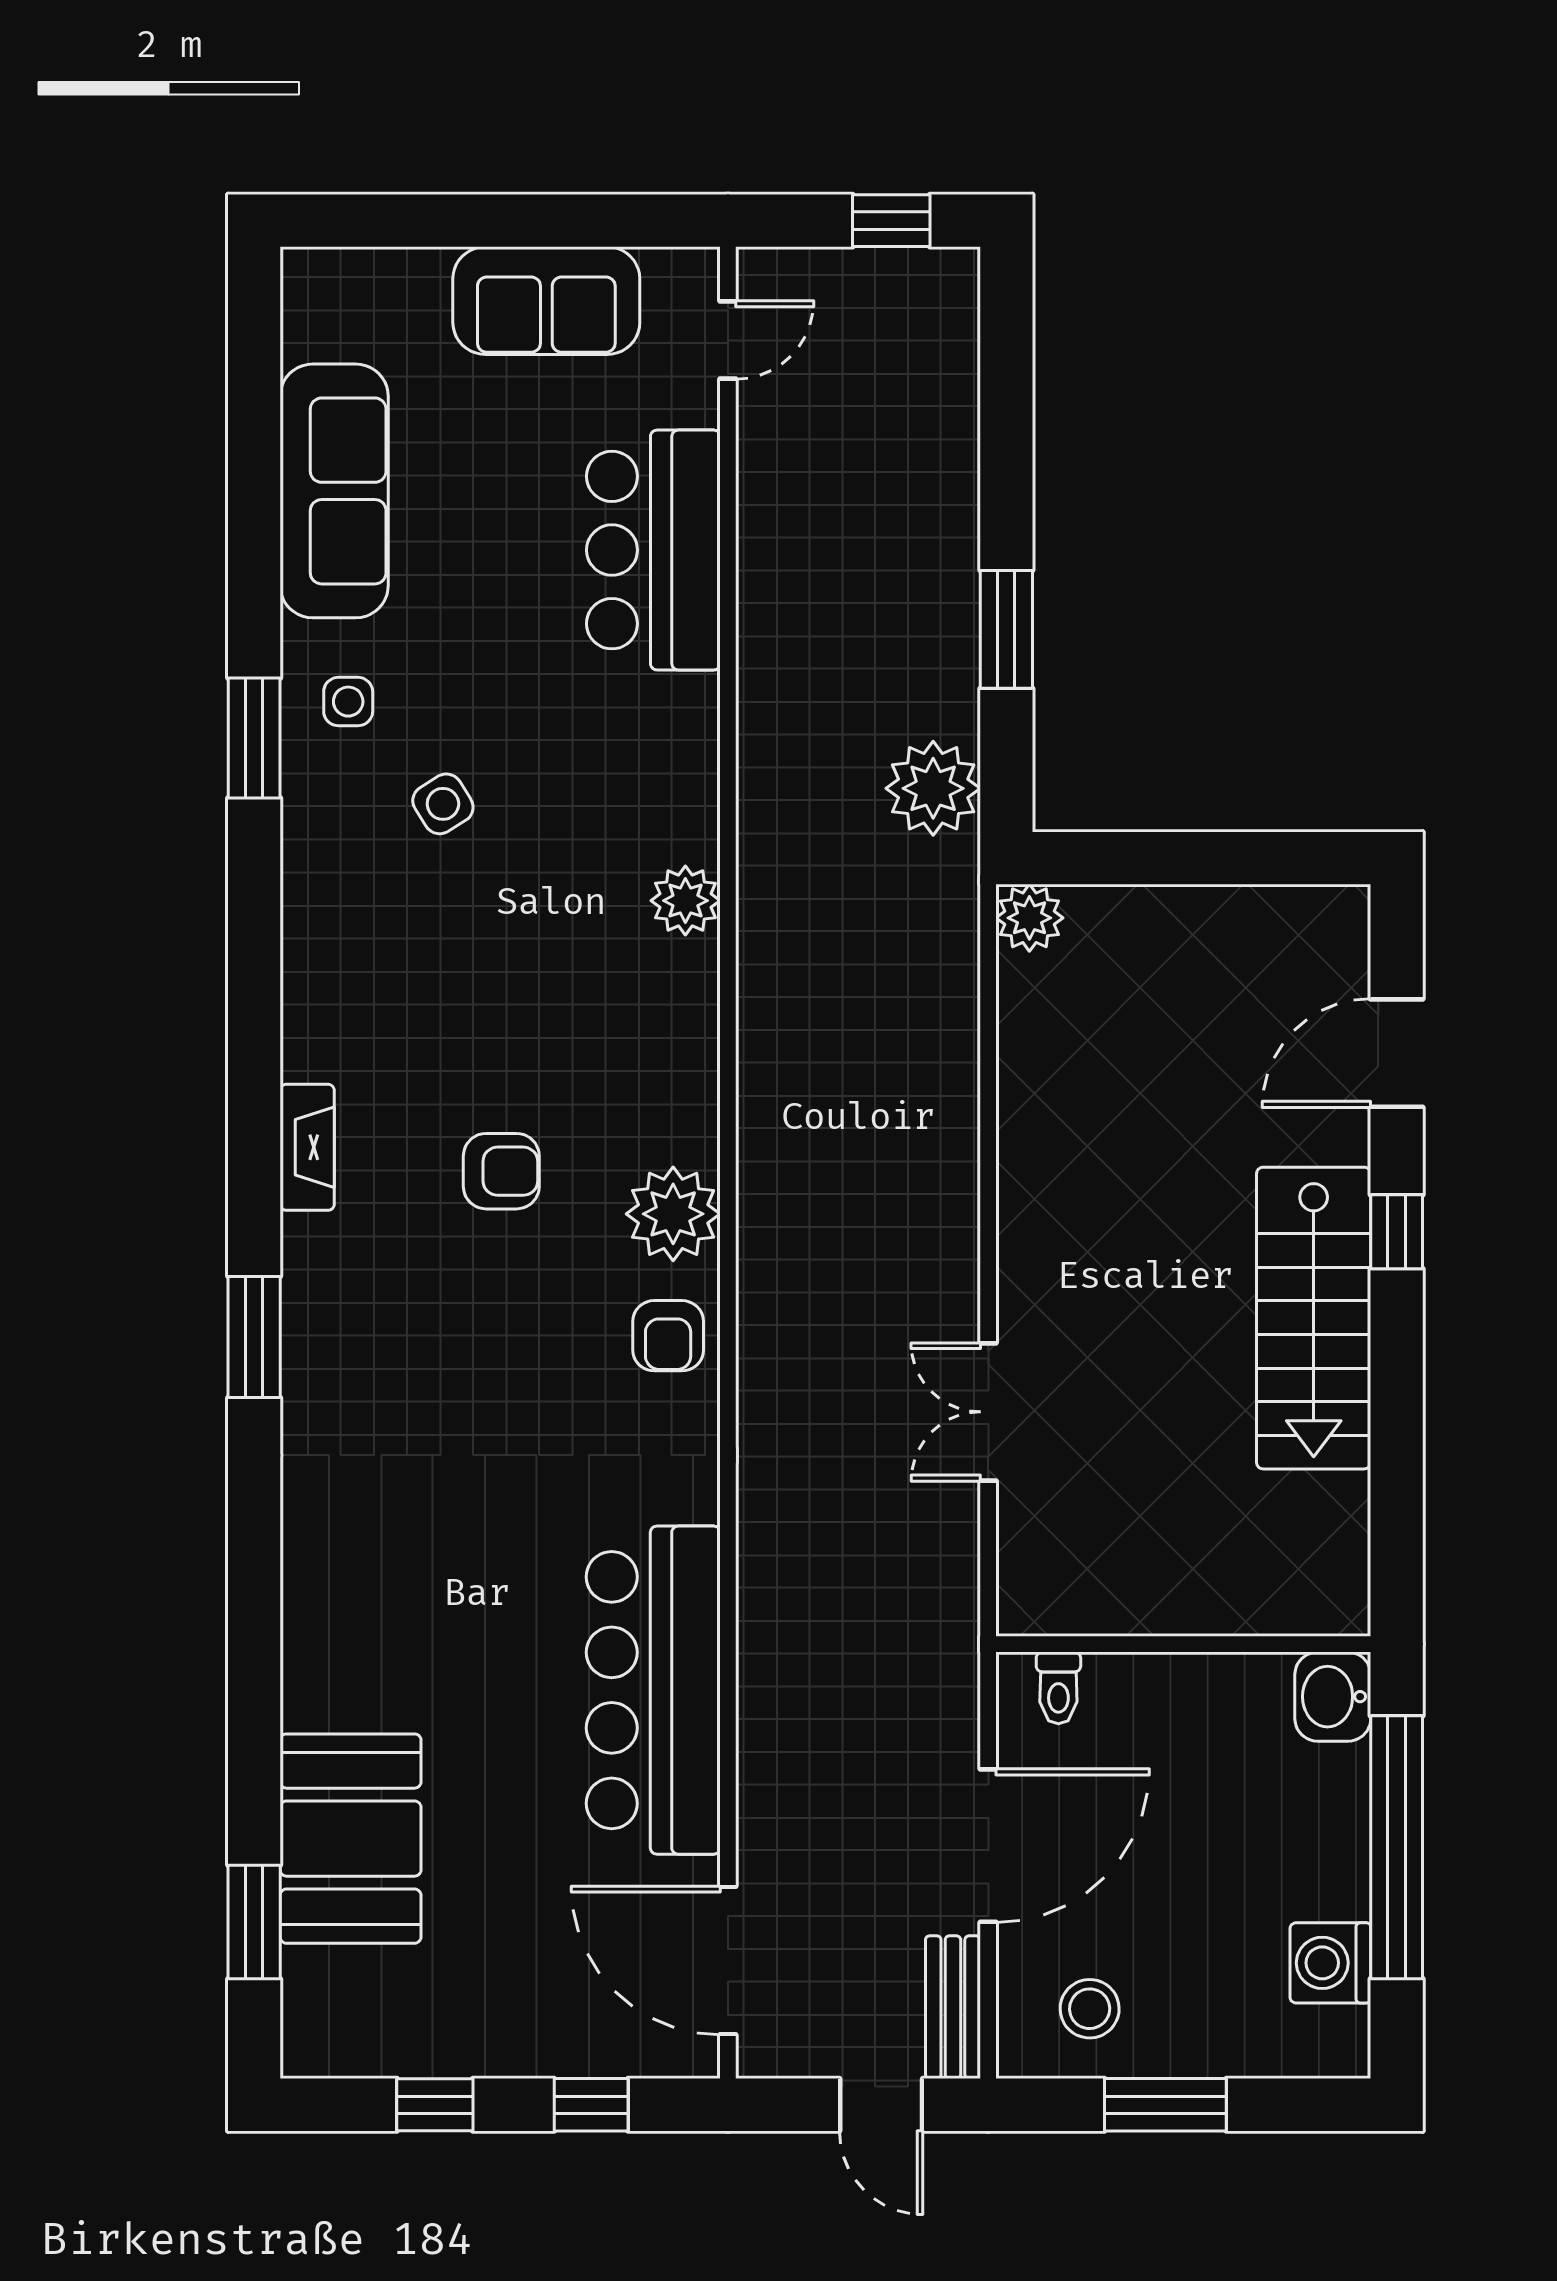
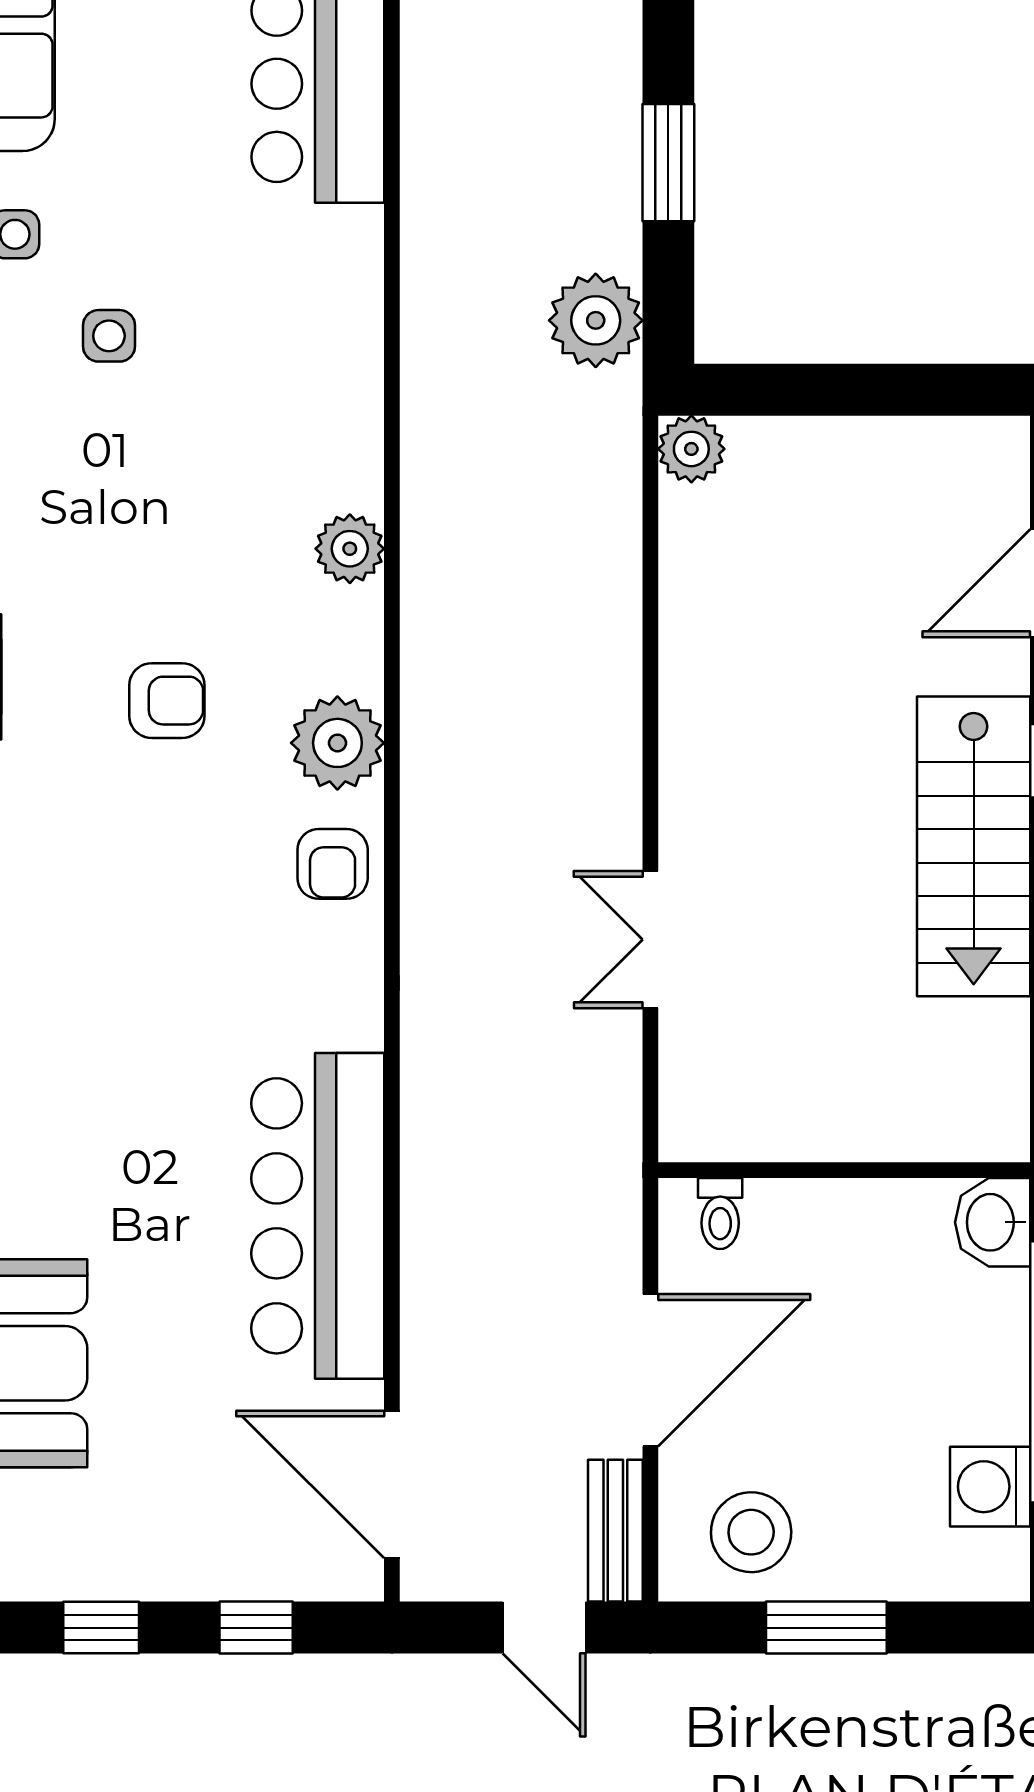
side table: (443, 804) -> (109, 336), turned 32
plant: (685, 901) -> (350, 549), moved
stool: (1090, 2009) -> (751, 1532), width x1.38, depth x1.38

